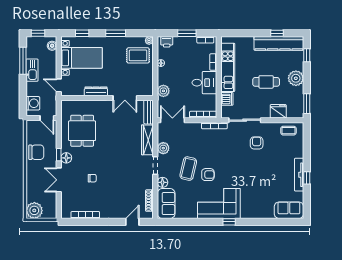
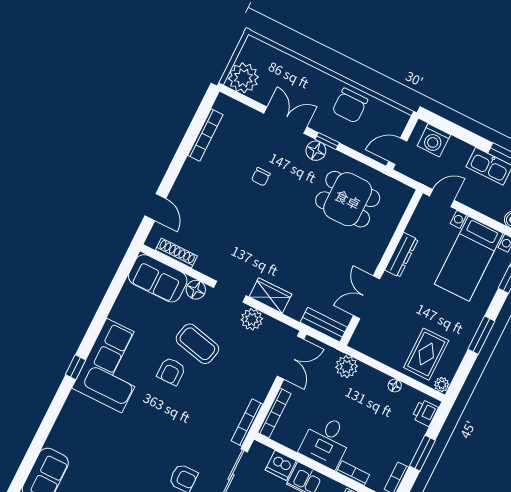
wardrobe: (147, 140) -> (270, 296), width x0.67
plant: (34, 210) -> (243, 78), moved

